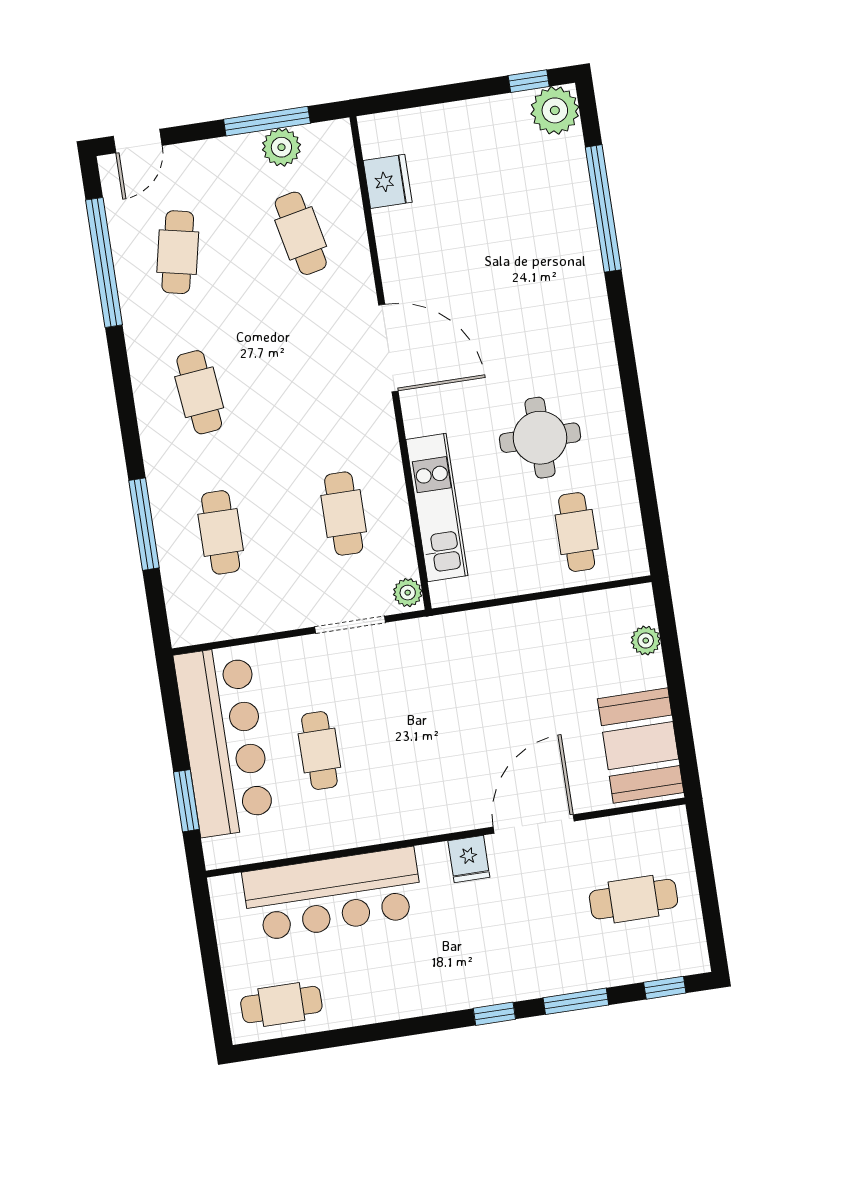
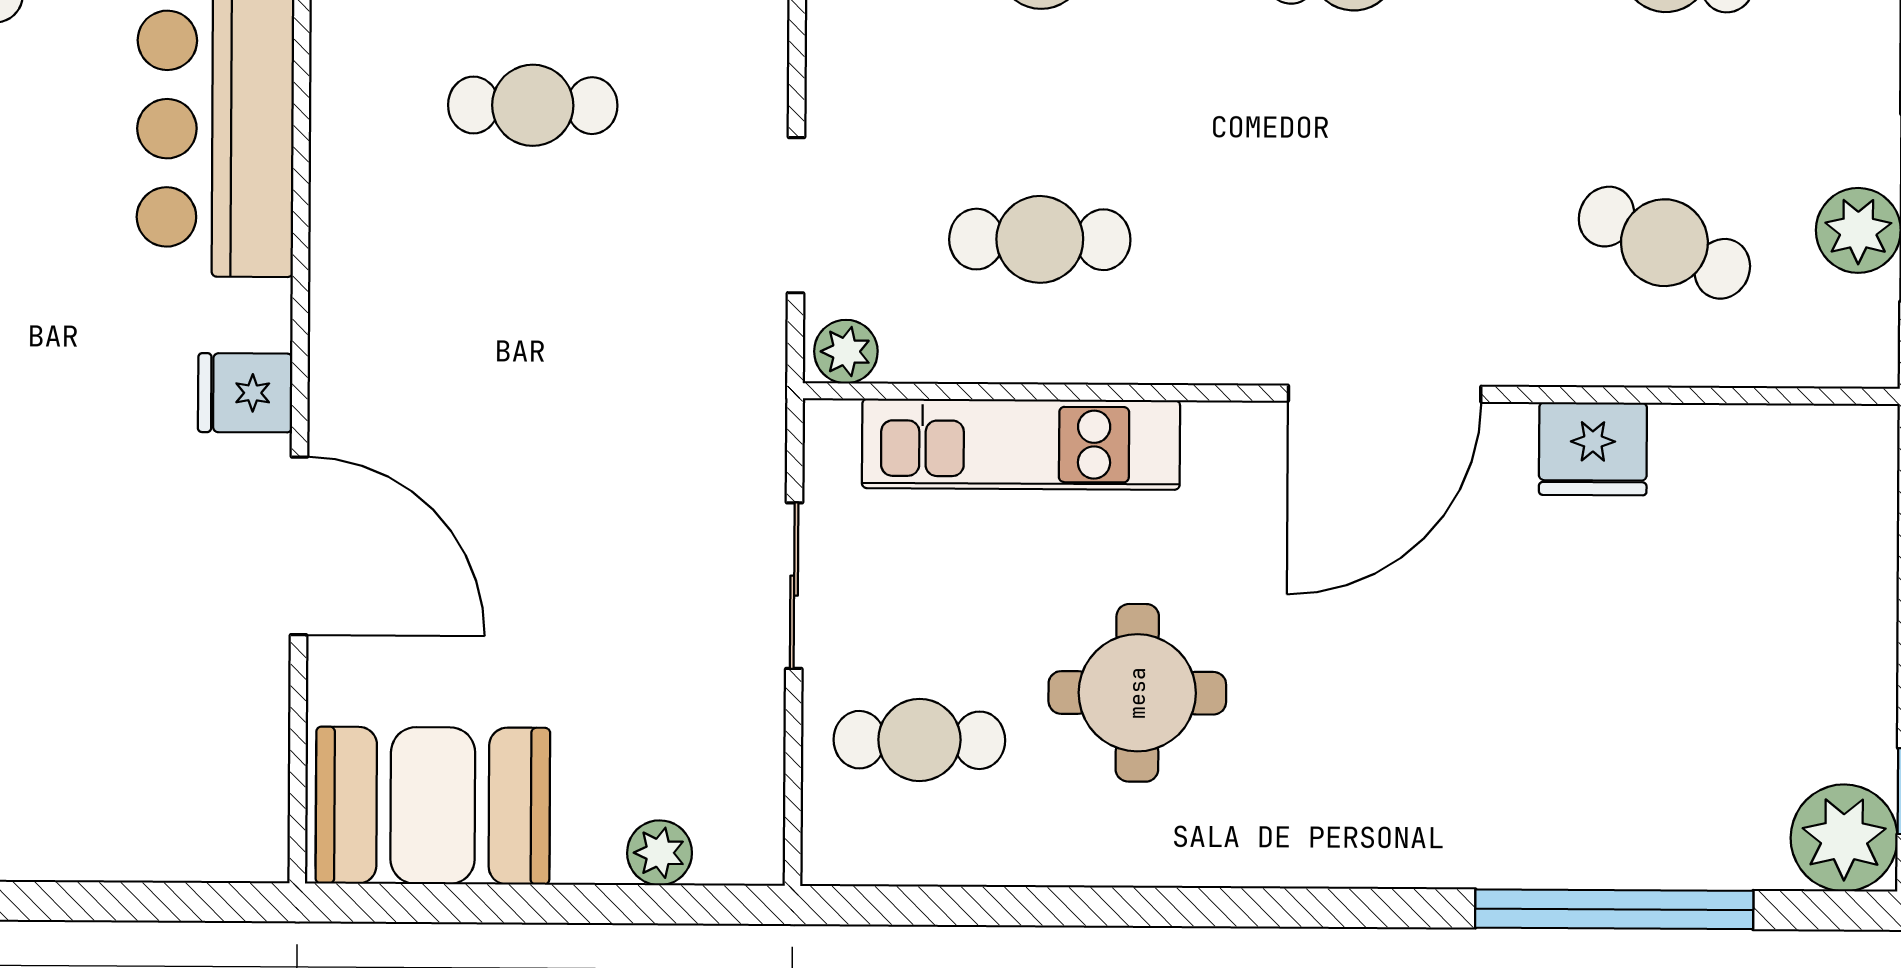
fridge: (388, 181) -> (1593, 449), moved
cafe table: (301, 233) -> (1664, 243), turned 36
sliding door: (516, 599) -> (794, 586), added
cafe table: (633, 899) -> (101, 737), removed

